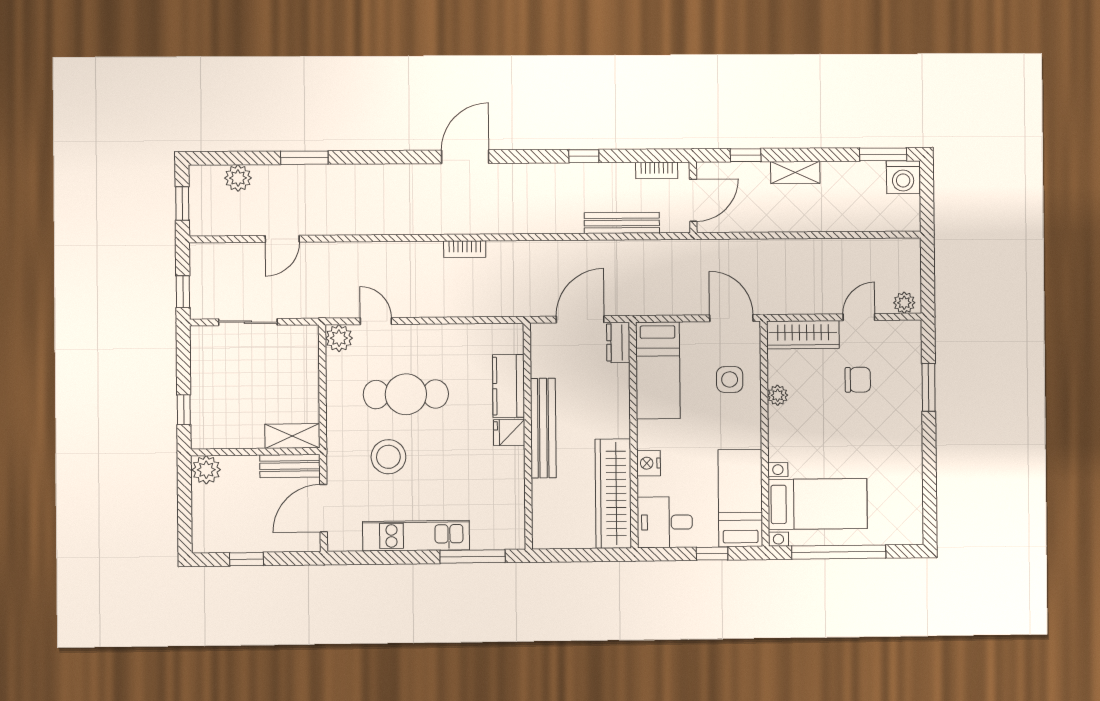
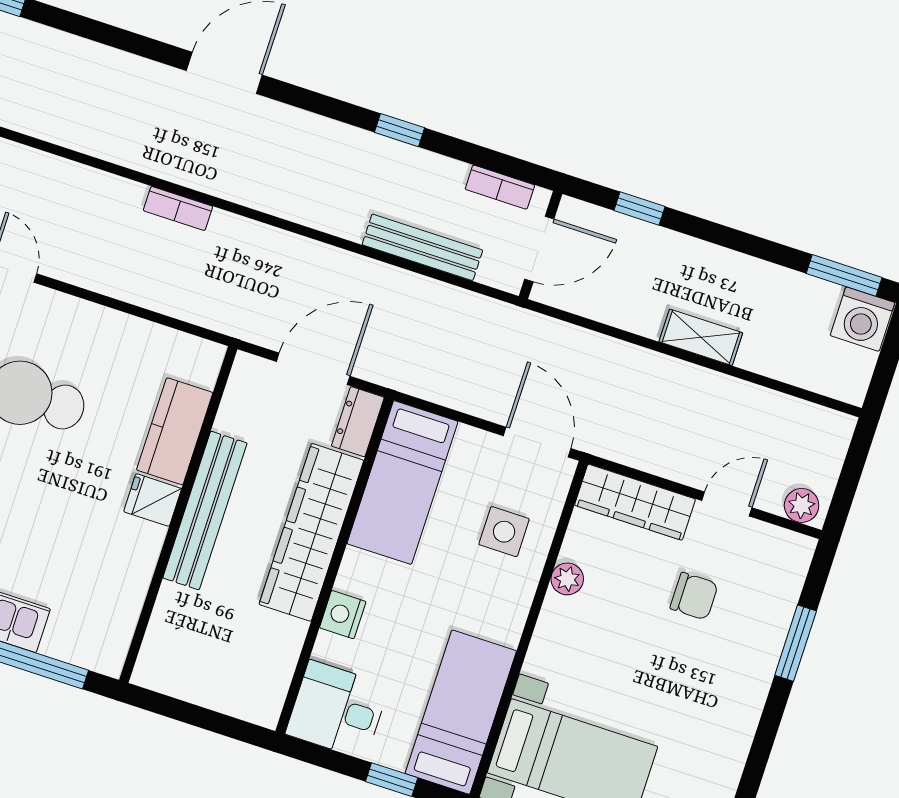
shelving: (795, 172) -> (701, 337), moved
wardrobe: (613, 494) -> (311, 532), moved

